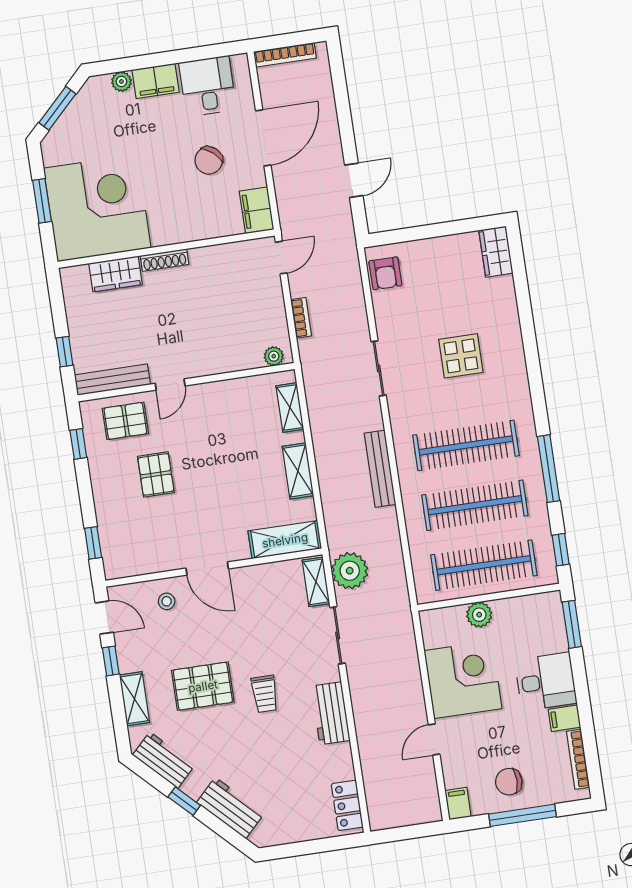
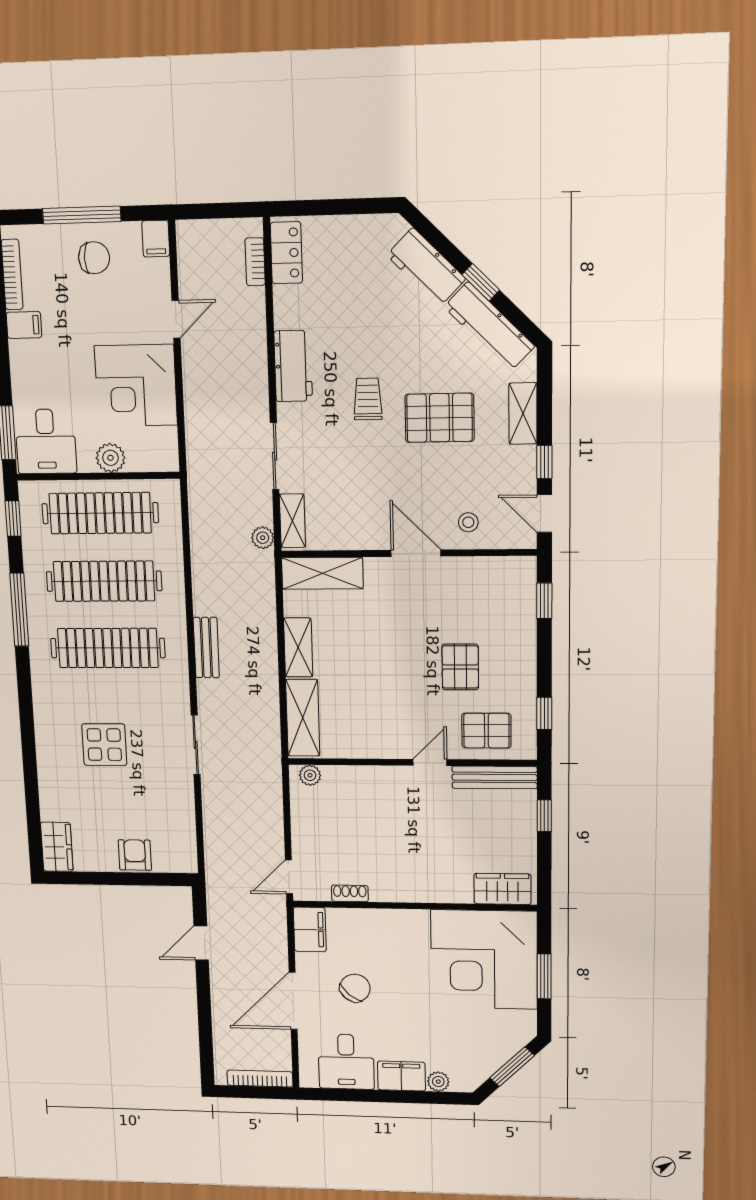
shoe rack: (165, 260) -> (350, 893), moved, width x0.70
armchair: (385, 273) -> (135, 855), moved
wardrobe: (116, 274) -> (503, 889), moved
bookcase: (301, 318) -> (255, 262), moved
shelving: (290, 407) -> (303, 718), width x1.50, depth x1.33
bench: (380, 469) -> (206, 648), width x0.73
plant: (350, 571) -> (263, 538), width x0.53, depth x0.53
desk: (546, 682) -> (46, 441), moved, turned -90
workbench: (164, 760) -> (489, 327), width x1.37

